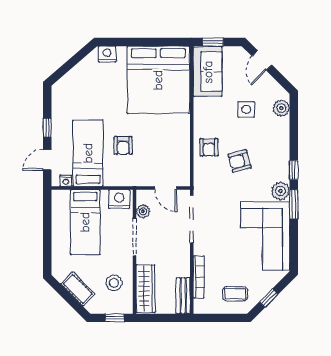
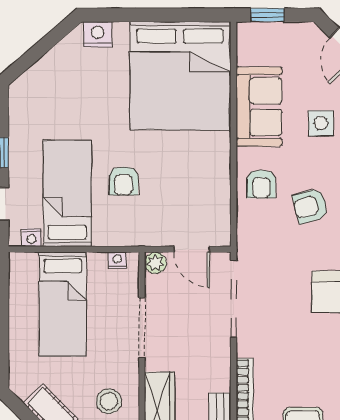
sofa: (208, 72) -> (259, 107), moved
nightstand: (119, 199) -> (117, 260), width x0.53, depth x0.56
plant: (143, 211) -> (155, 263), moved

